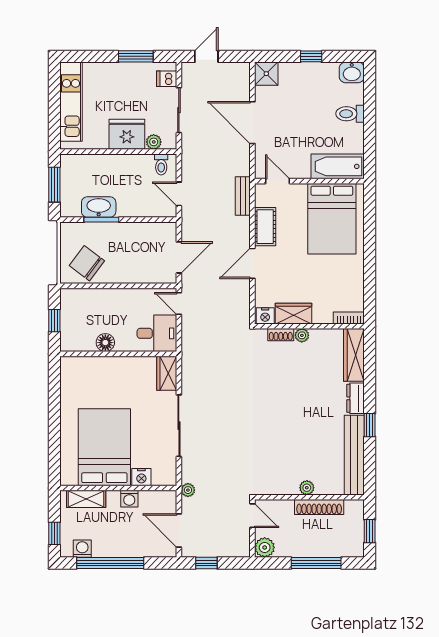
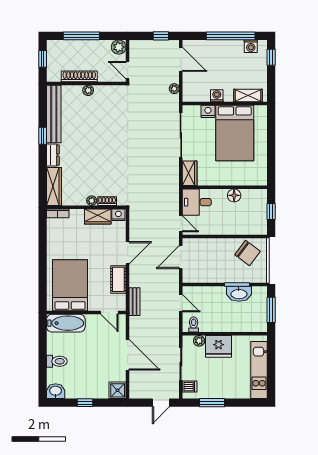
bed: (104, 447) -> (235, 133), moved
nightstand: (141, 477) -> (208, 111), moved
wall: (118, 488) -> (225, 103), moved
shelving: (86, 499) -> (248, 96), moved
washing machine: (129, 499) -> (217, 96), moved

